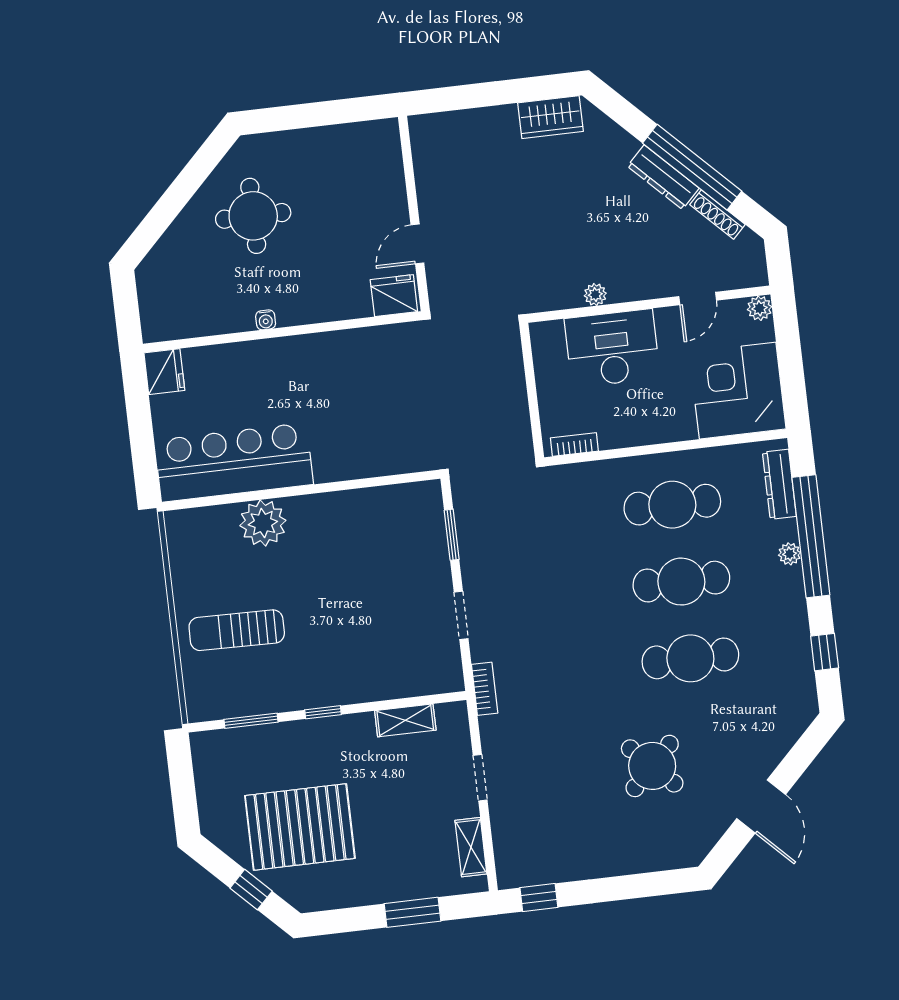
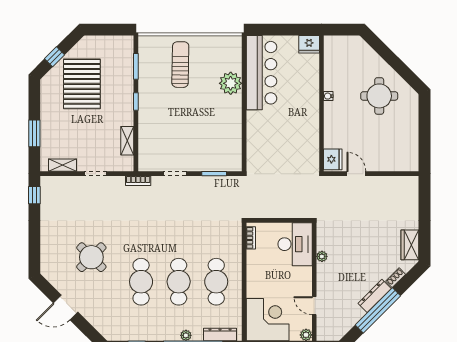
shoe rack: (717, 215) -> (396, 278), moved, width x0.70
desk: (612, 348) -> (295, 244), moved

